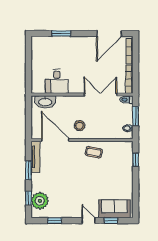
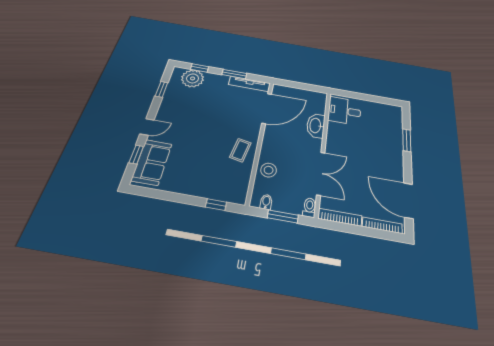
desk: (57, 81) -> (344, 111), moved
washbasin: (45, 102) -> (316, 126), moved
stool: (80, 126) -> (269, 170), moved

